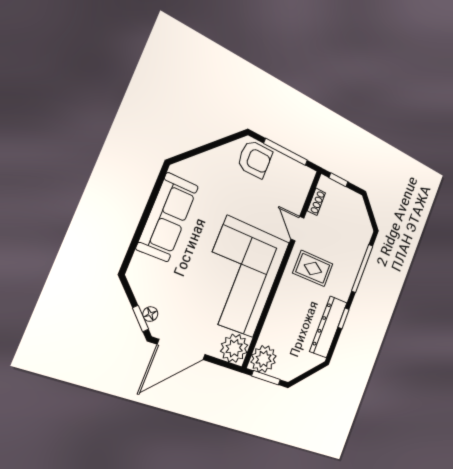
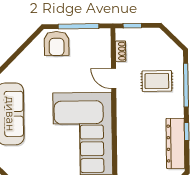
armchair: (255, 159) -> (57, 44), turned 90
rug: (313, 268) -> (157, 81), moved

